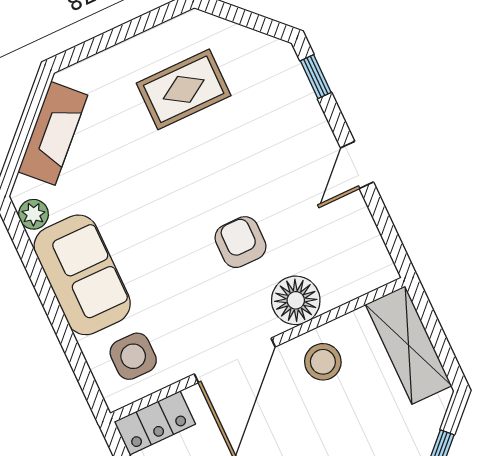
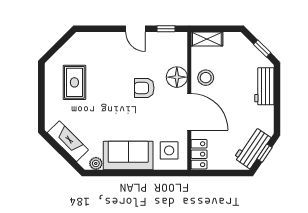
window: (316, 77) -> (166, 29), moved
shelving: (409, 345) -> (207, 39), width x0.67, depth x0.75

